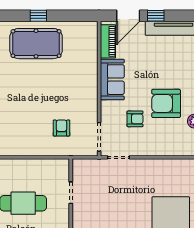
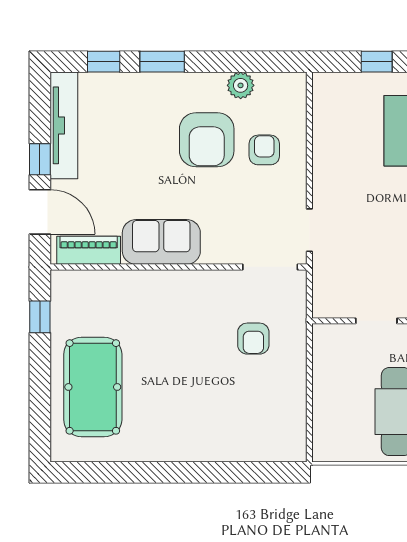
window: (38, 16) -> (40, 317), moved
armchair: (135, 119) -> (264, 150), moved
armchair: (62, 128) -> (253, 339), turned -90

